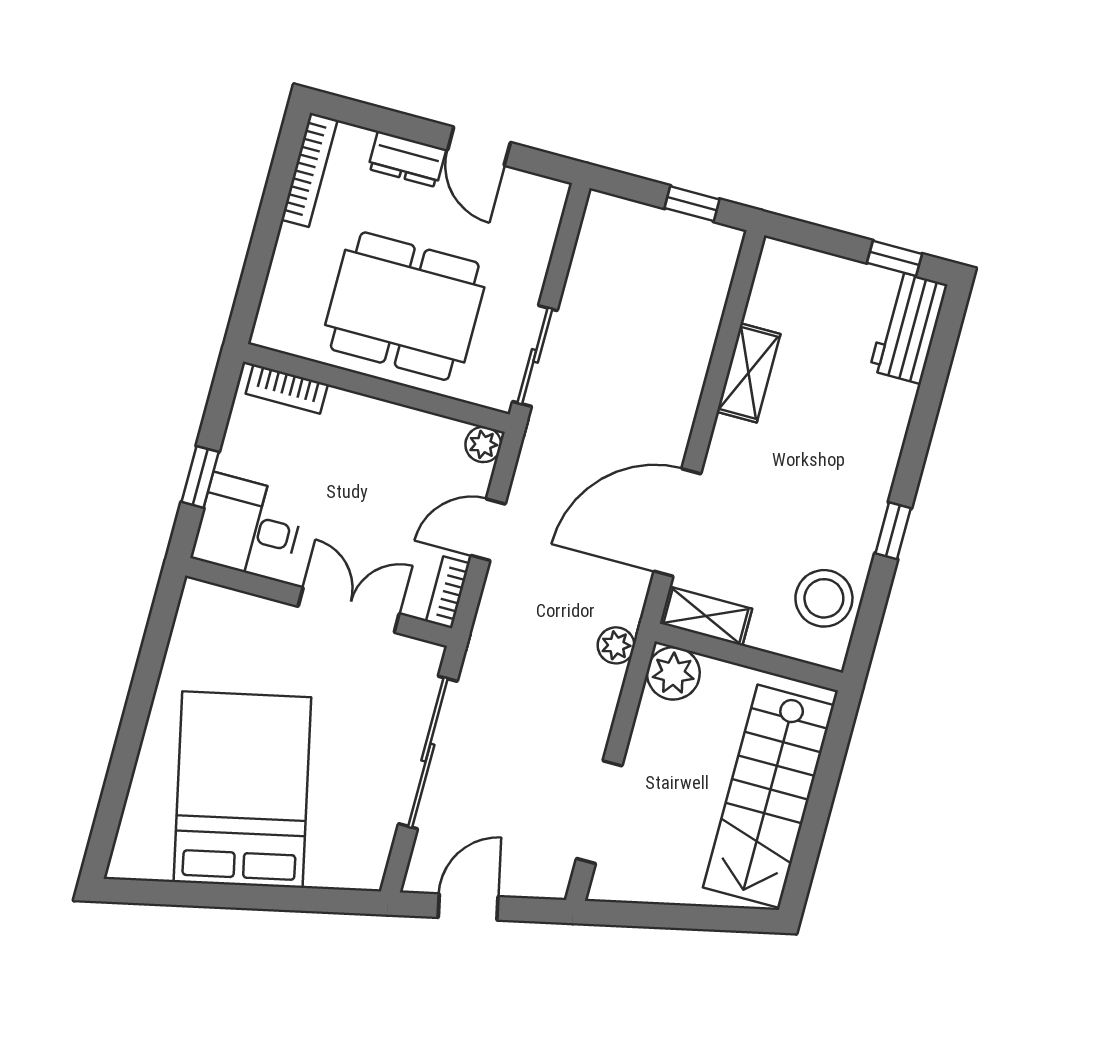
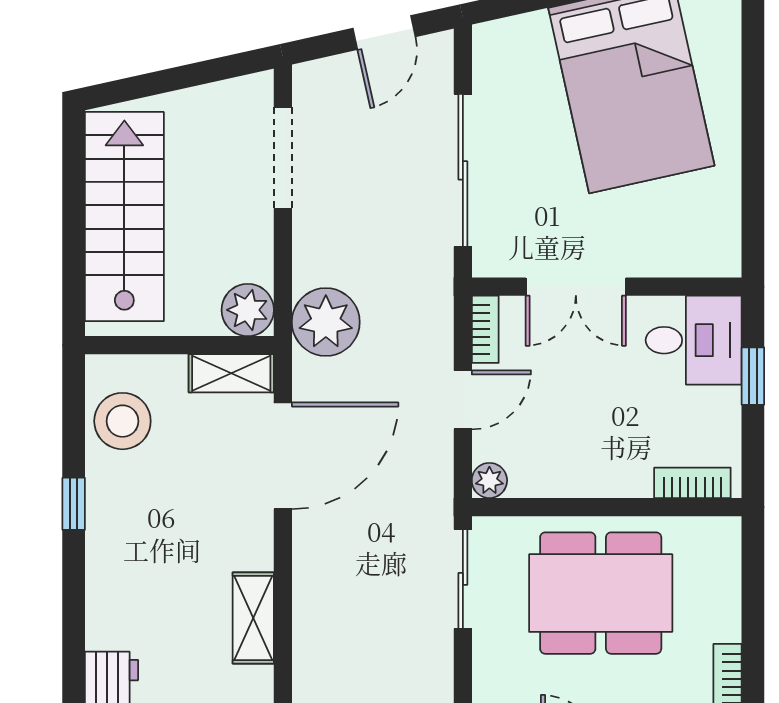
plant: (616, 645) -> (326, 322), width x1.87, depth x1.87

